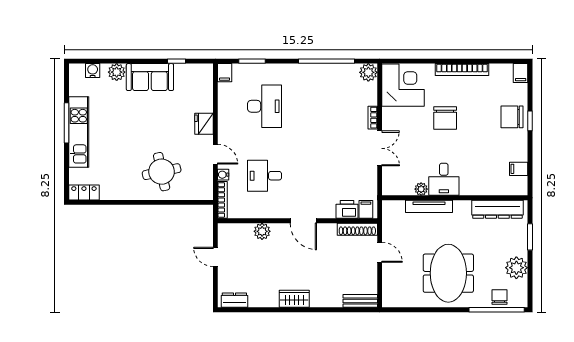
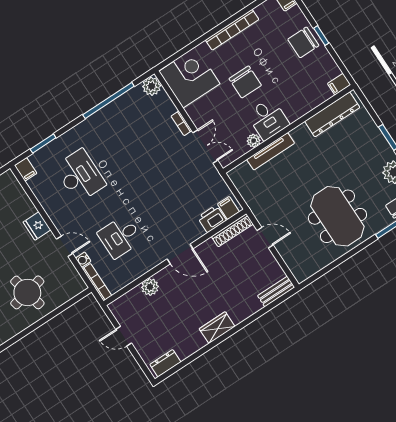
desk: (444, 179) -> (268, 119), moved
plant: (421, 189) -> (254, 141), moved
wall: (455, 198) -> (288, 129), moved
tv unit: (429, 206) -> (271, 151), moved
dresser: (497, 209) -> (332, 114), moved

